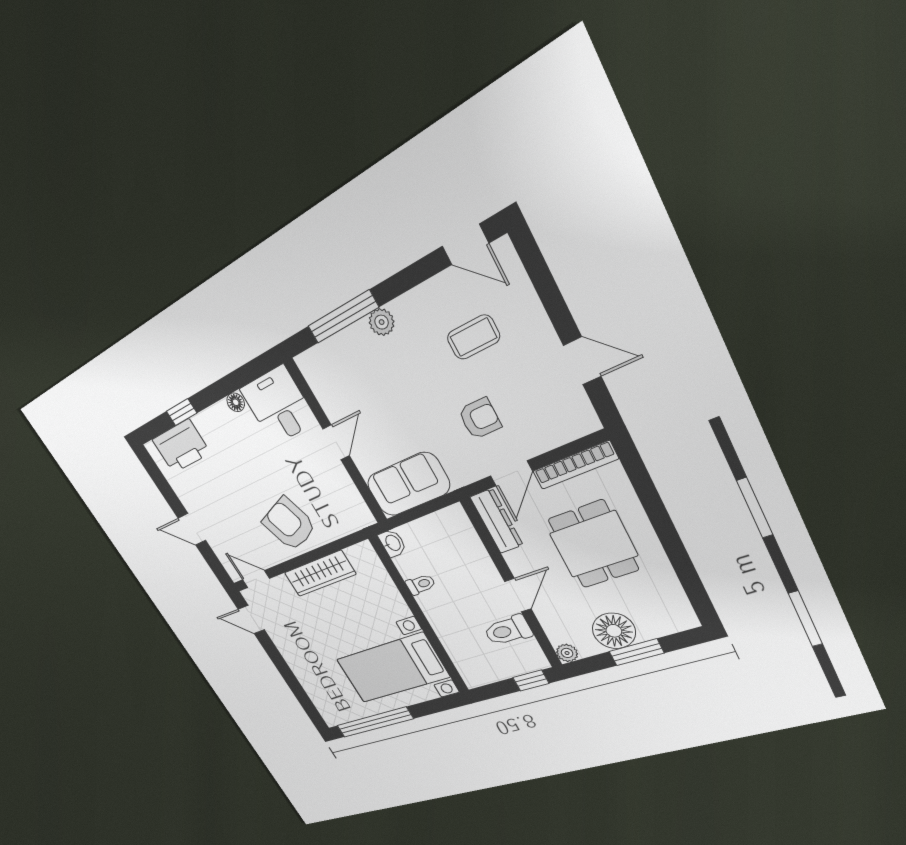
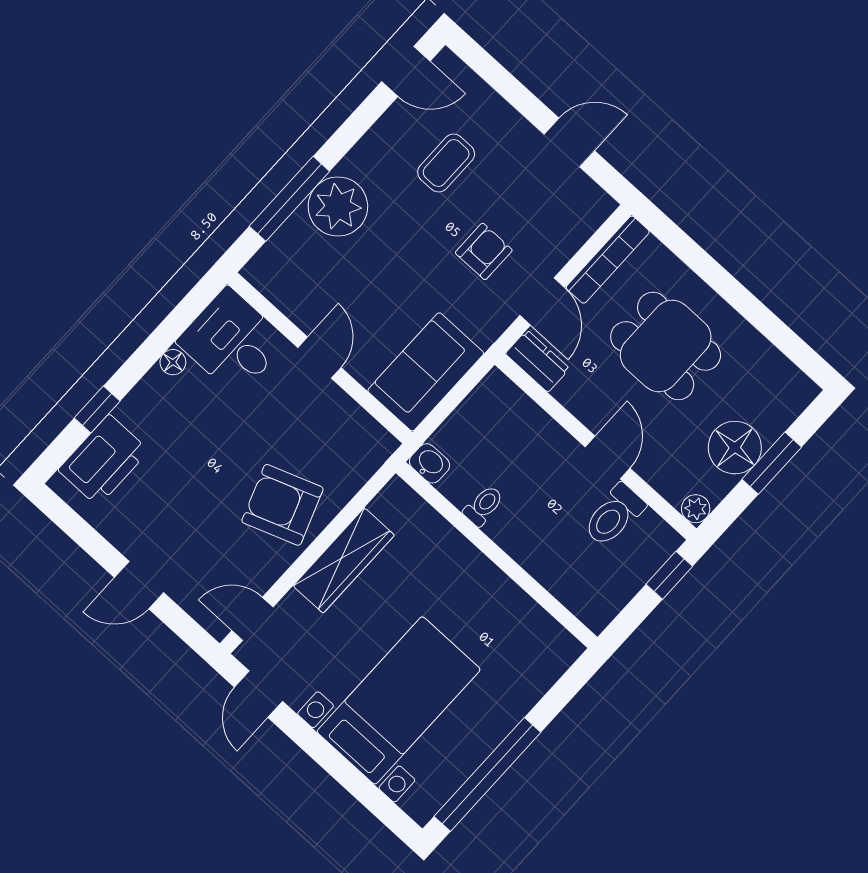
plant: (382, 322) -> (338, 206), width x1.88, depth x1.88
dresser: (497, 521) -> (537, 361), width x0.70
door: (251, 619) -> (258, 694), hinge flipped
bed with nightstands: (392, 668) -> (399, 700), moved, turned 180

